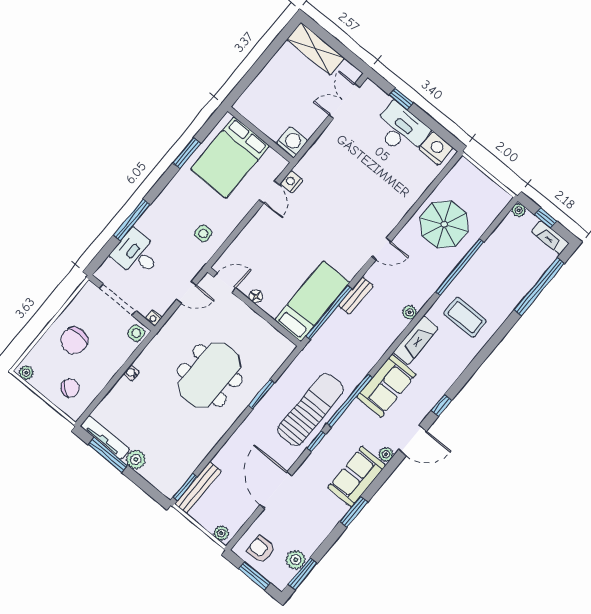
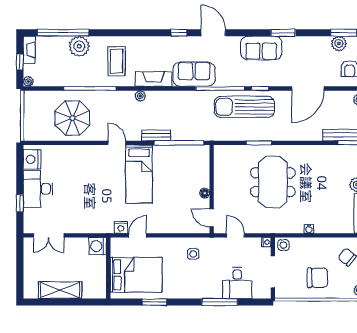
shelving: (316, 49) -> (60, 290), moved, turned 90
bed: (312, 301) -> (139, 174), moved, turned -90
meeting table: (210, 375) -> (273, 182), turned 90
plant: (386, 454) -> (79, 46), moved, width x1.87, depth x1.87

